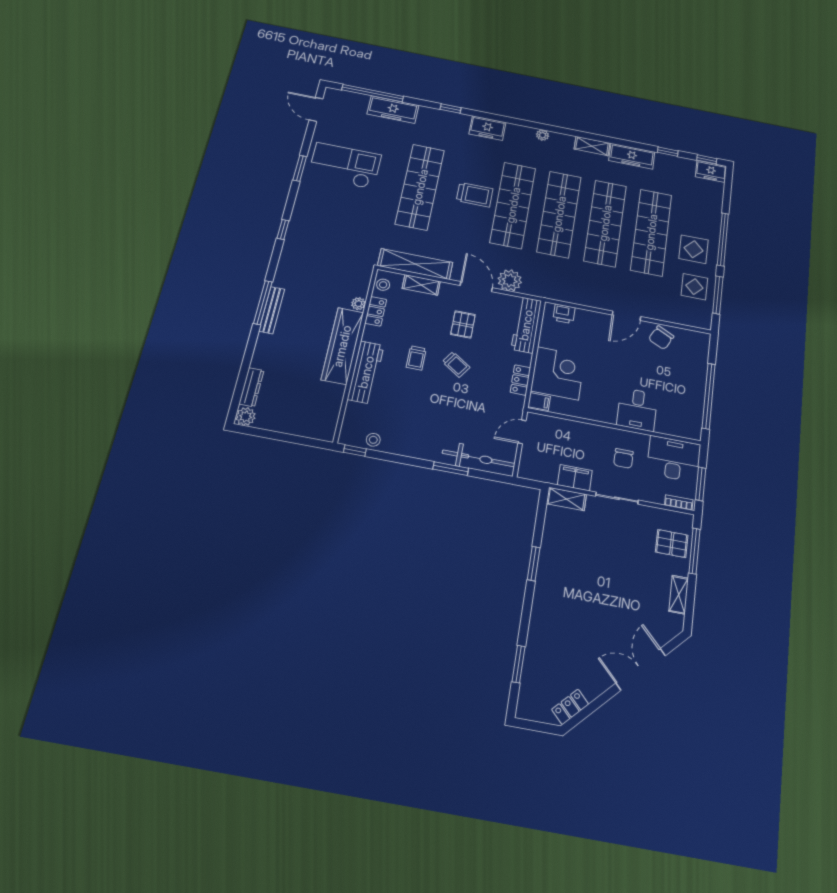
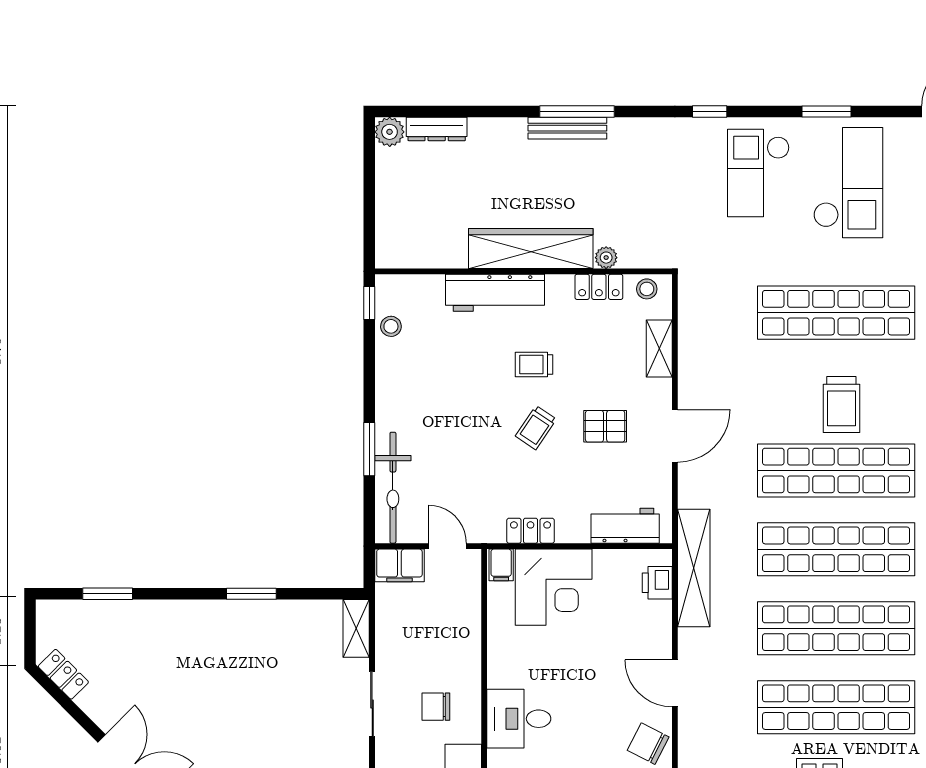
checkout: (327, 211) -> (758, 173), added
shelving: (415, 264) -> (694, 568), moved
plant: (510, 280) -> (697, 487), removed
workbench: (526, 325) -> (625, 526), width x0.73
filing cabinet: (575, 478) -> (399, 565), moved, turned 90

